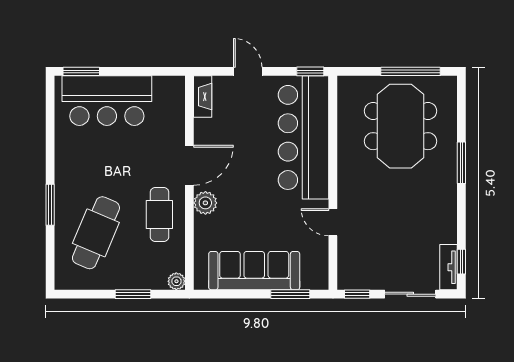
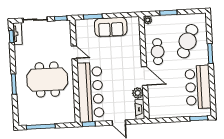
bar counter: (107, 101) -> (198, 87), moved, turned -90
meeting table: (401, 126) -> (47, 80), moved, turned 90
door: (189, 165) -> (144, 76), swing flipped
plant: (205, 203) -> (138, 93), moved
sofa: (254, 271) -> (111, 27), width x0.73

